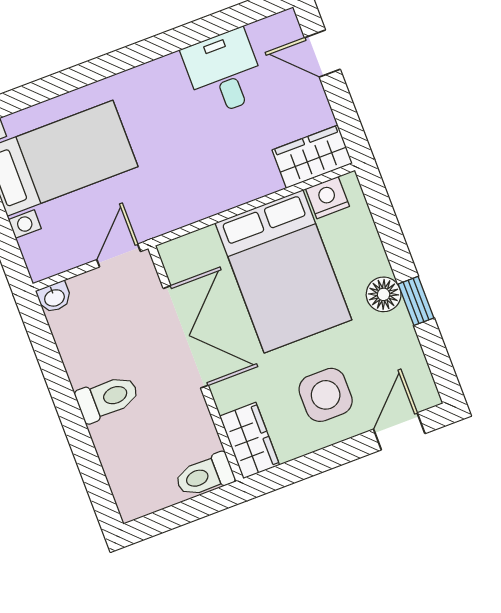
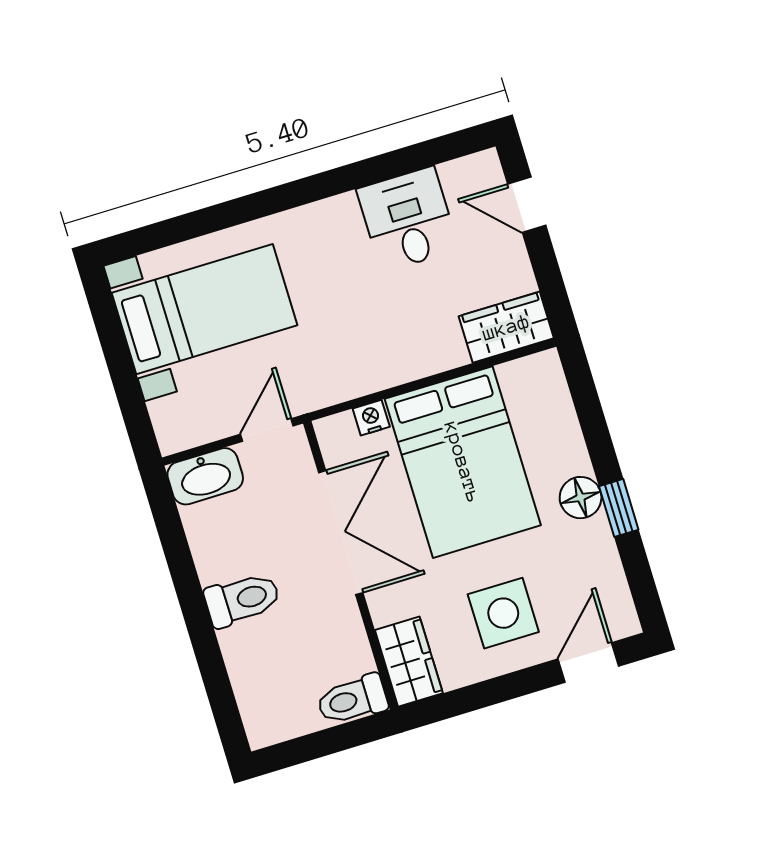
nightstand: (328, 198) -> (371, 418), moved, width x0.72, depth x0.74
washbasin: (54, 297) -> (205, 476), width x1.91, depth x1.45

